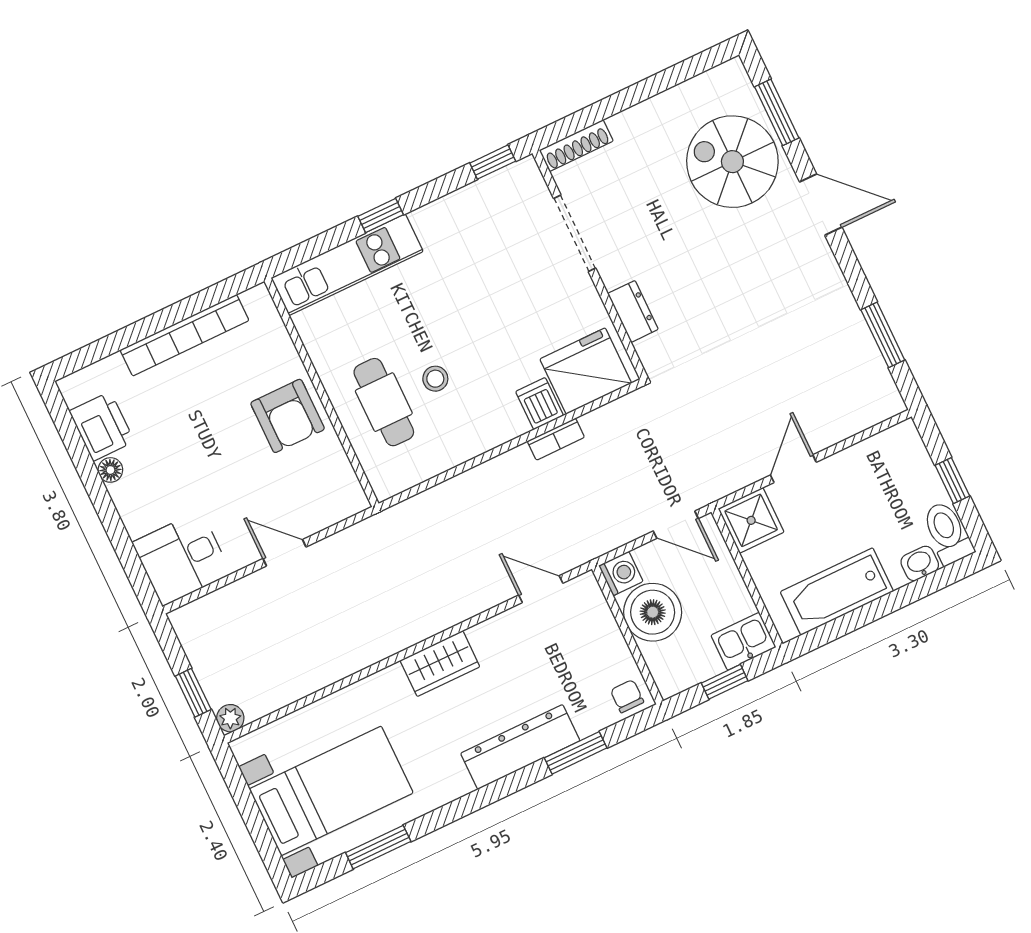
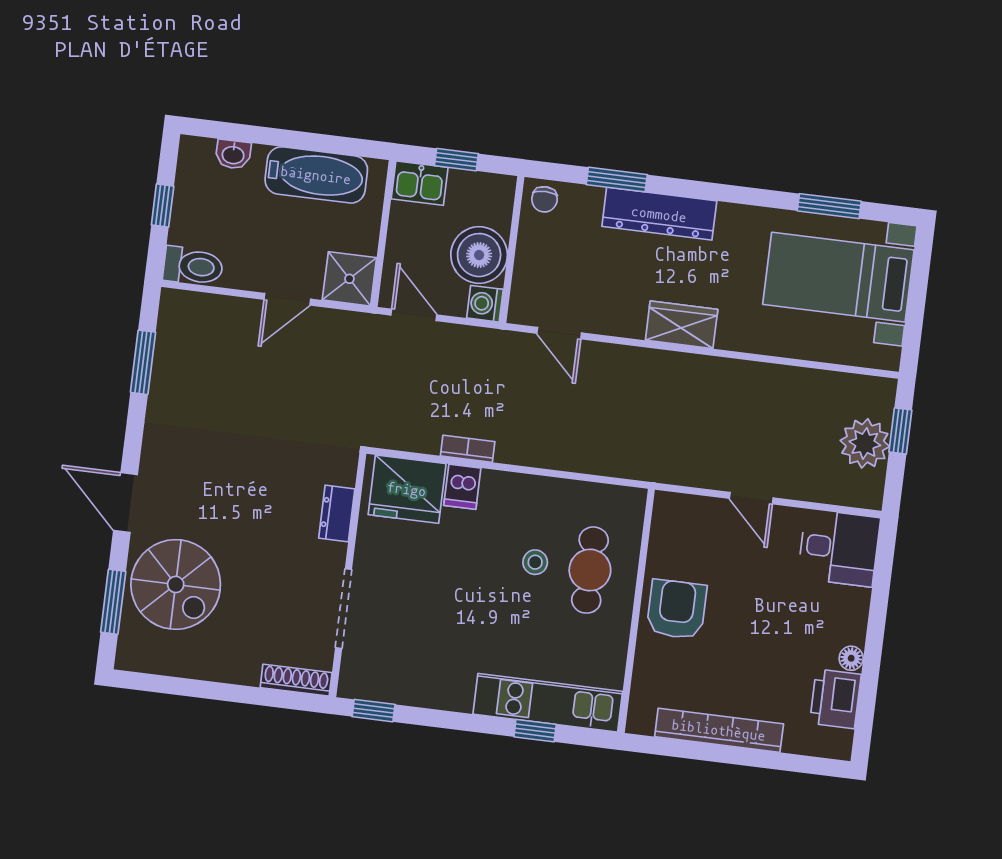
window: (381, 216) -> (535, 731), moved
toilet: (947, 533) -> (193, 266), moved, turned -90
plant: (230, 718) -> (865, 443), moved, width x1.88, depth x1.88

